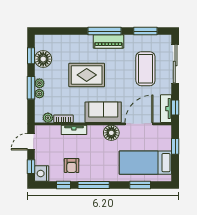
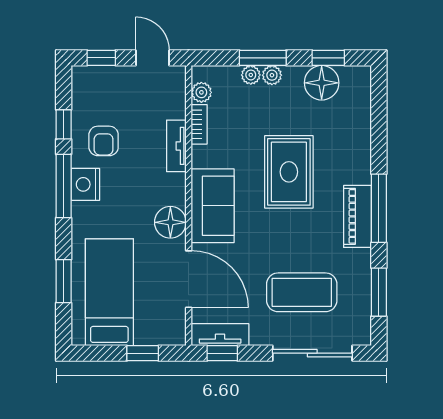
armchair: (72, 165) -> (104, 141), turned -90
nightstand: (42, 173) -> (85, 184), moved, turned -90

